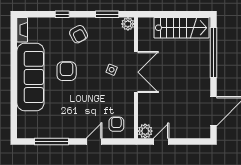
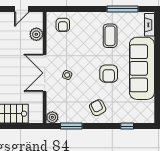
window: (62, 14) -> (127, 126), moved
fireplace: (22, 30) -> (149, 25), moved
coffee table: (65, 112) -> (110, 36), added
plant: (145, 131) -> (36, 34), moved
door: (94, 142) -> (83, 9), removed

